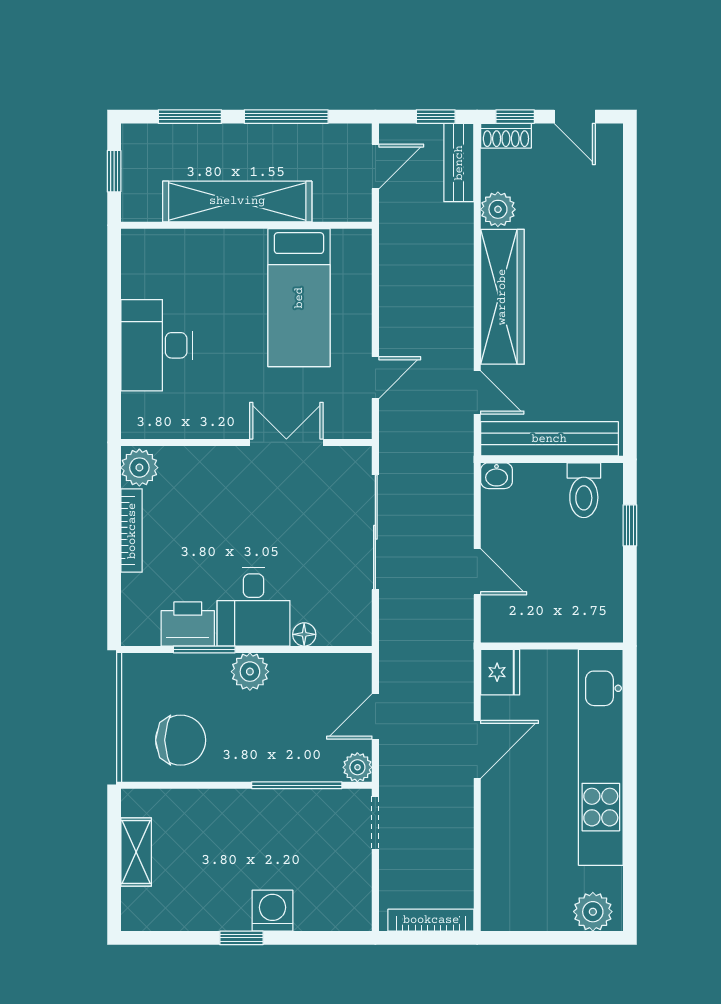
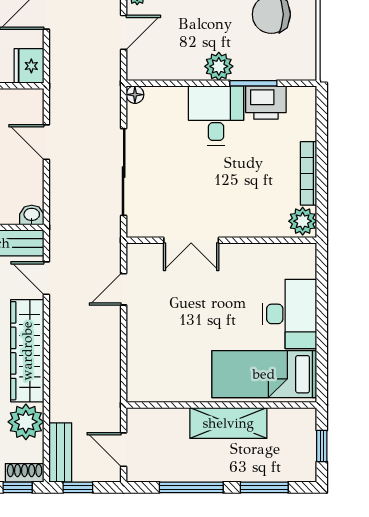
door: (375, 166) -> (124, 450), hinge flipped
shelving: (237, 201) -> (228, 423), width x0.68
plant: (498, 209) -> (26, 422), width x1.36, depth x1.36
bed: (299, 298) -> (264, 374), moved, turned -90
floor lamp: (304, 634) -> (135, 95), moved

